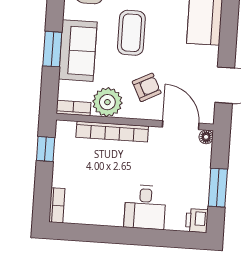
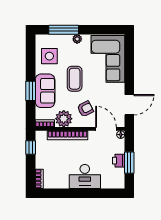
desk: (145, 207) -> (85, 176), width x1.37
printer: (197, 221) -> (119, 161), moved

